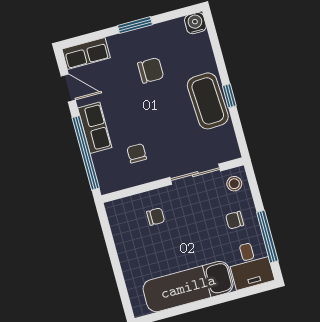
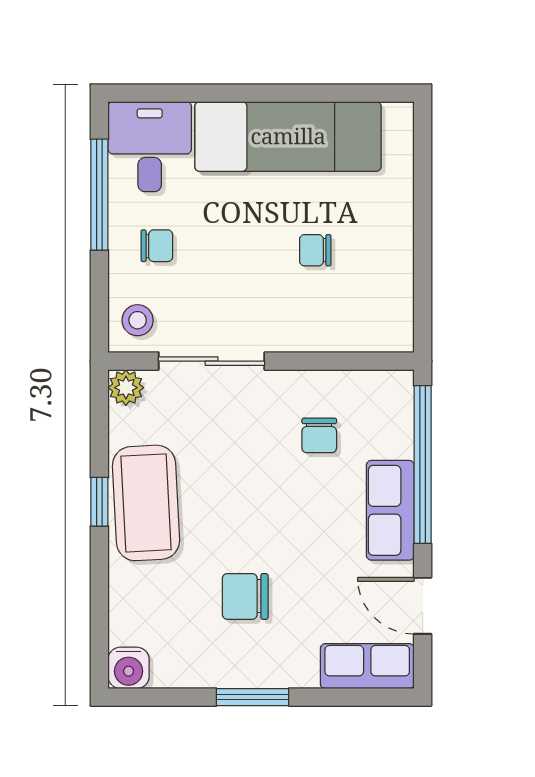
plant: (231, 151) -> (126, 388), added
chair: (156, 217) -> (315, 250), moved

